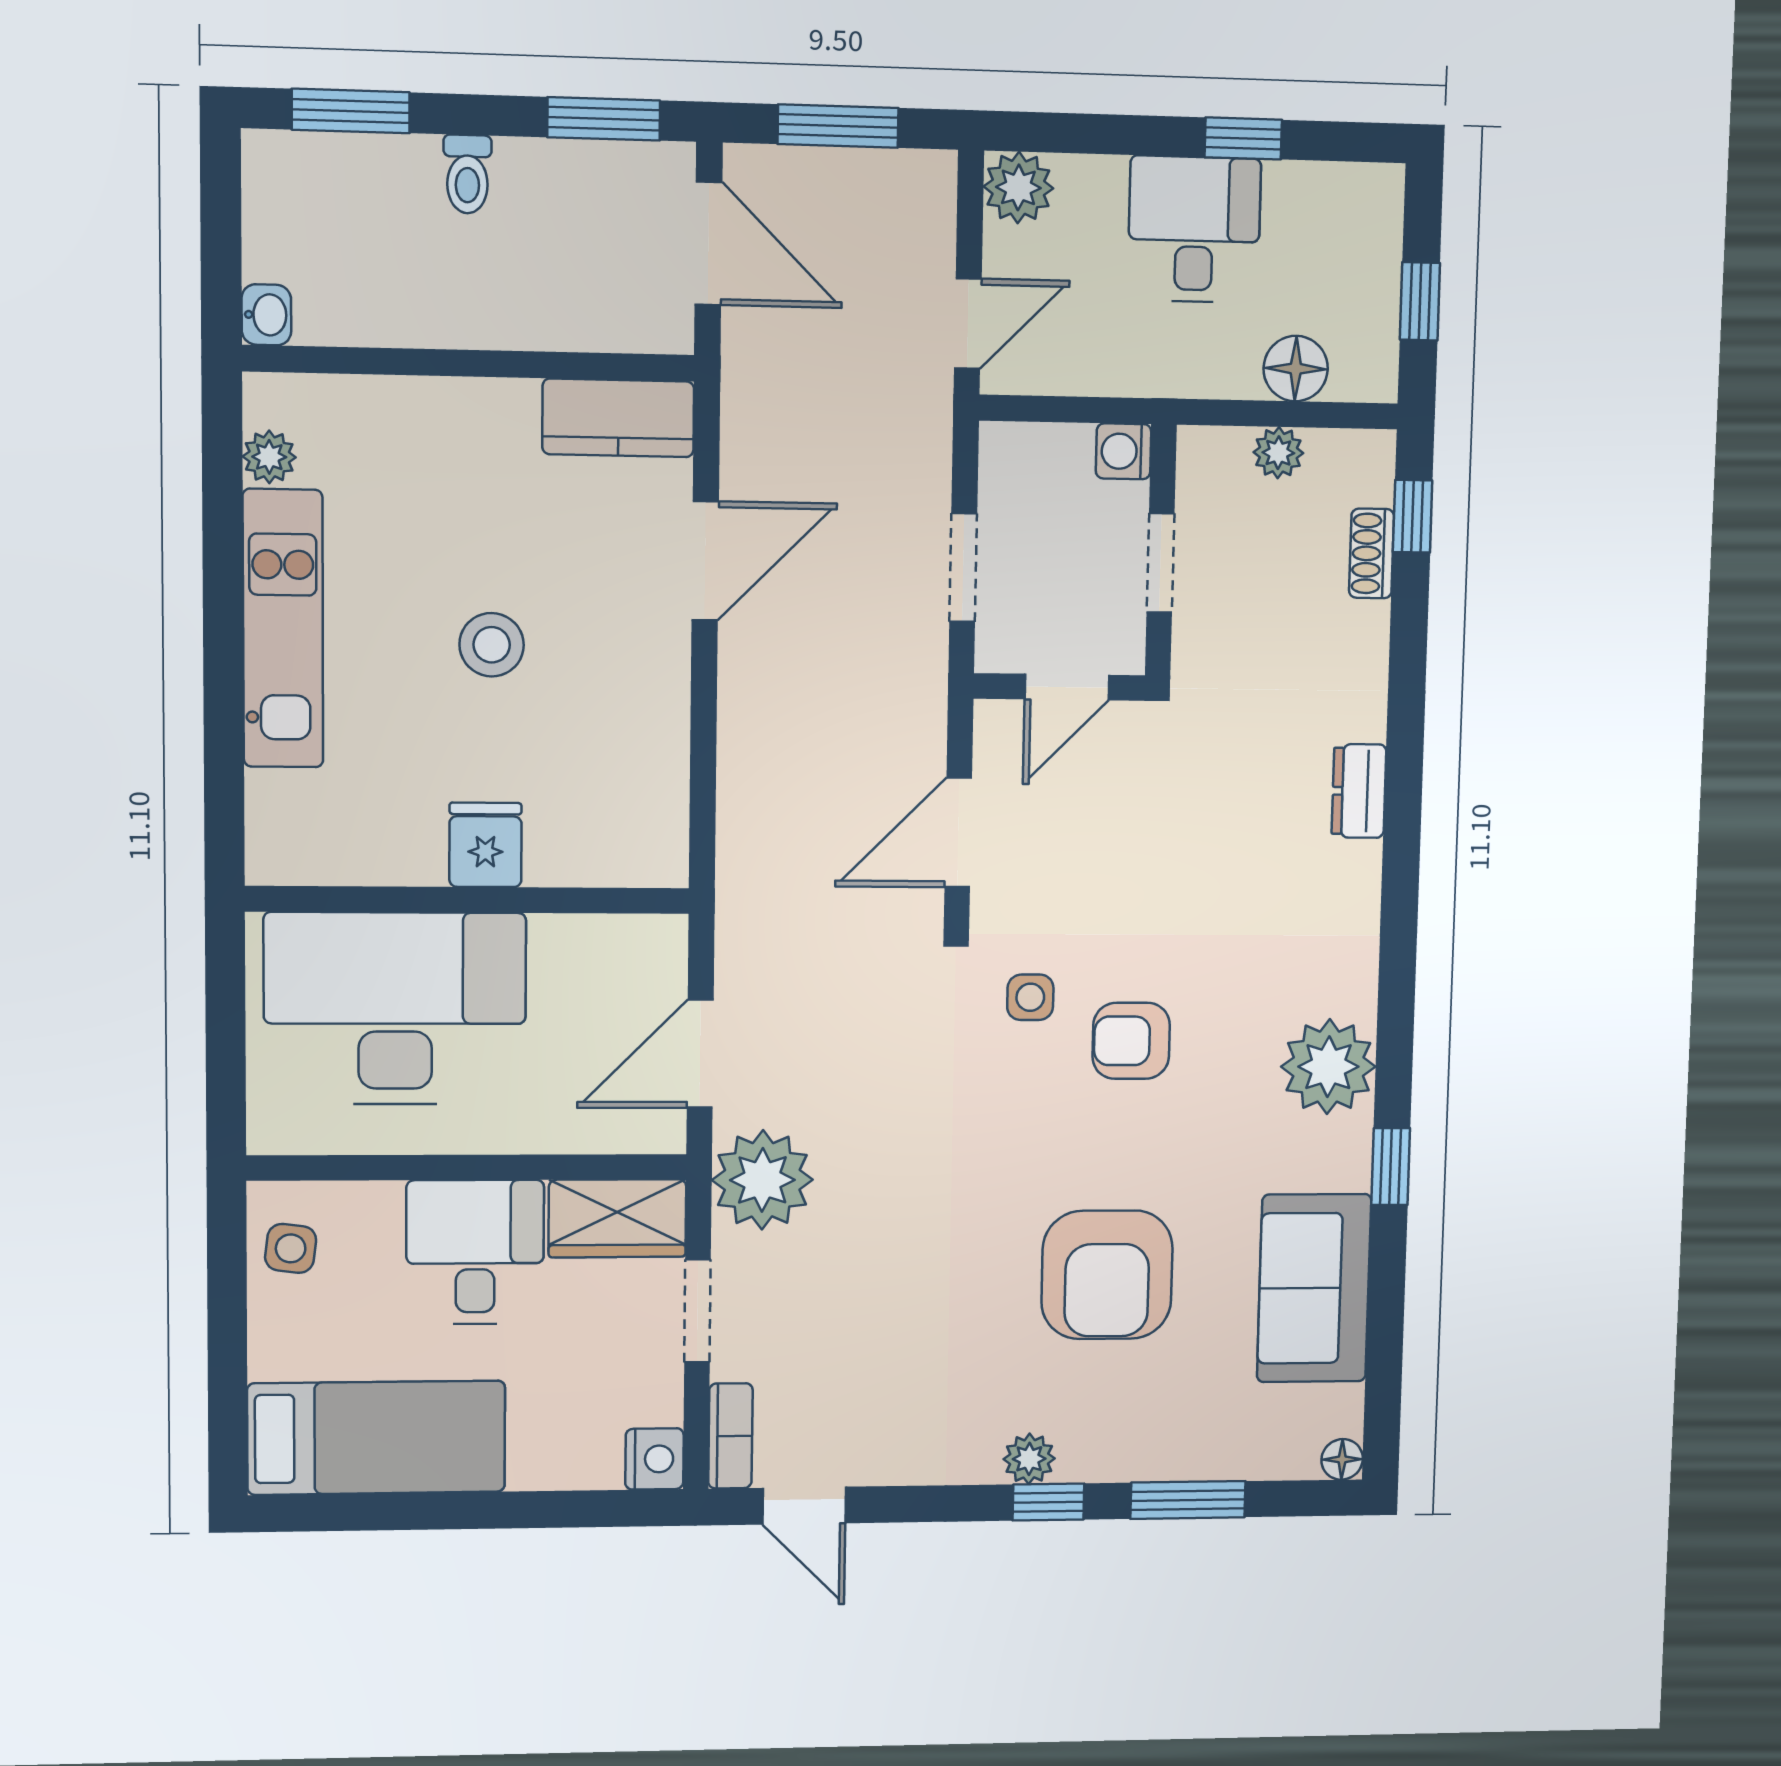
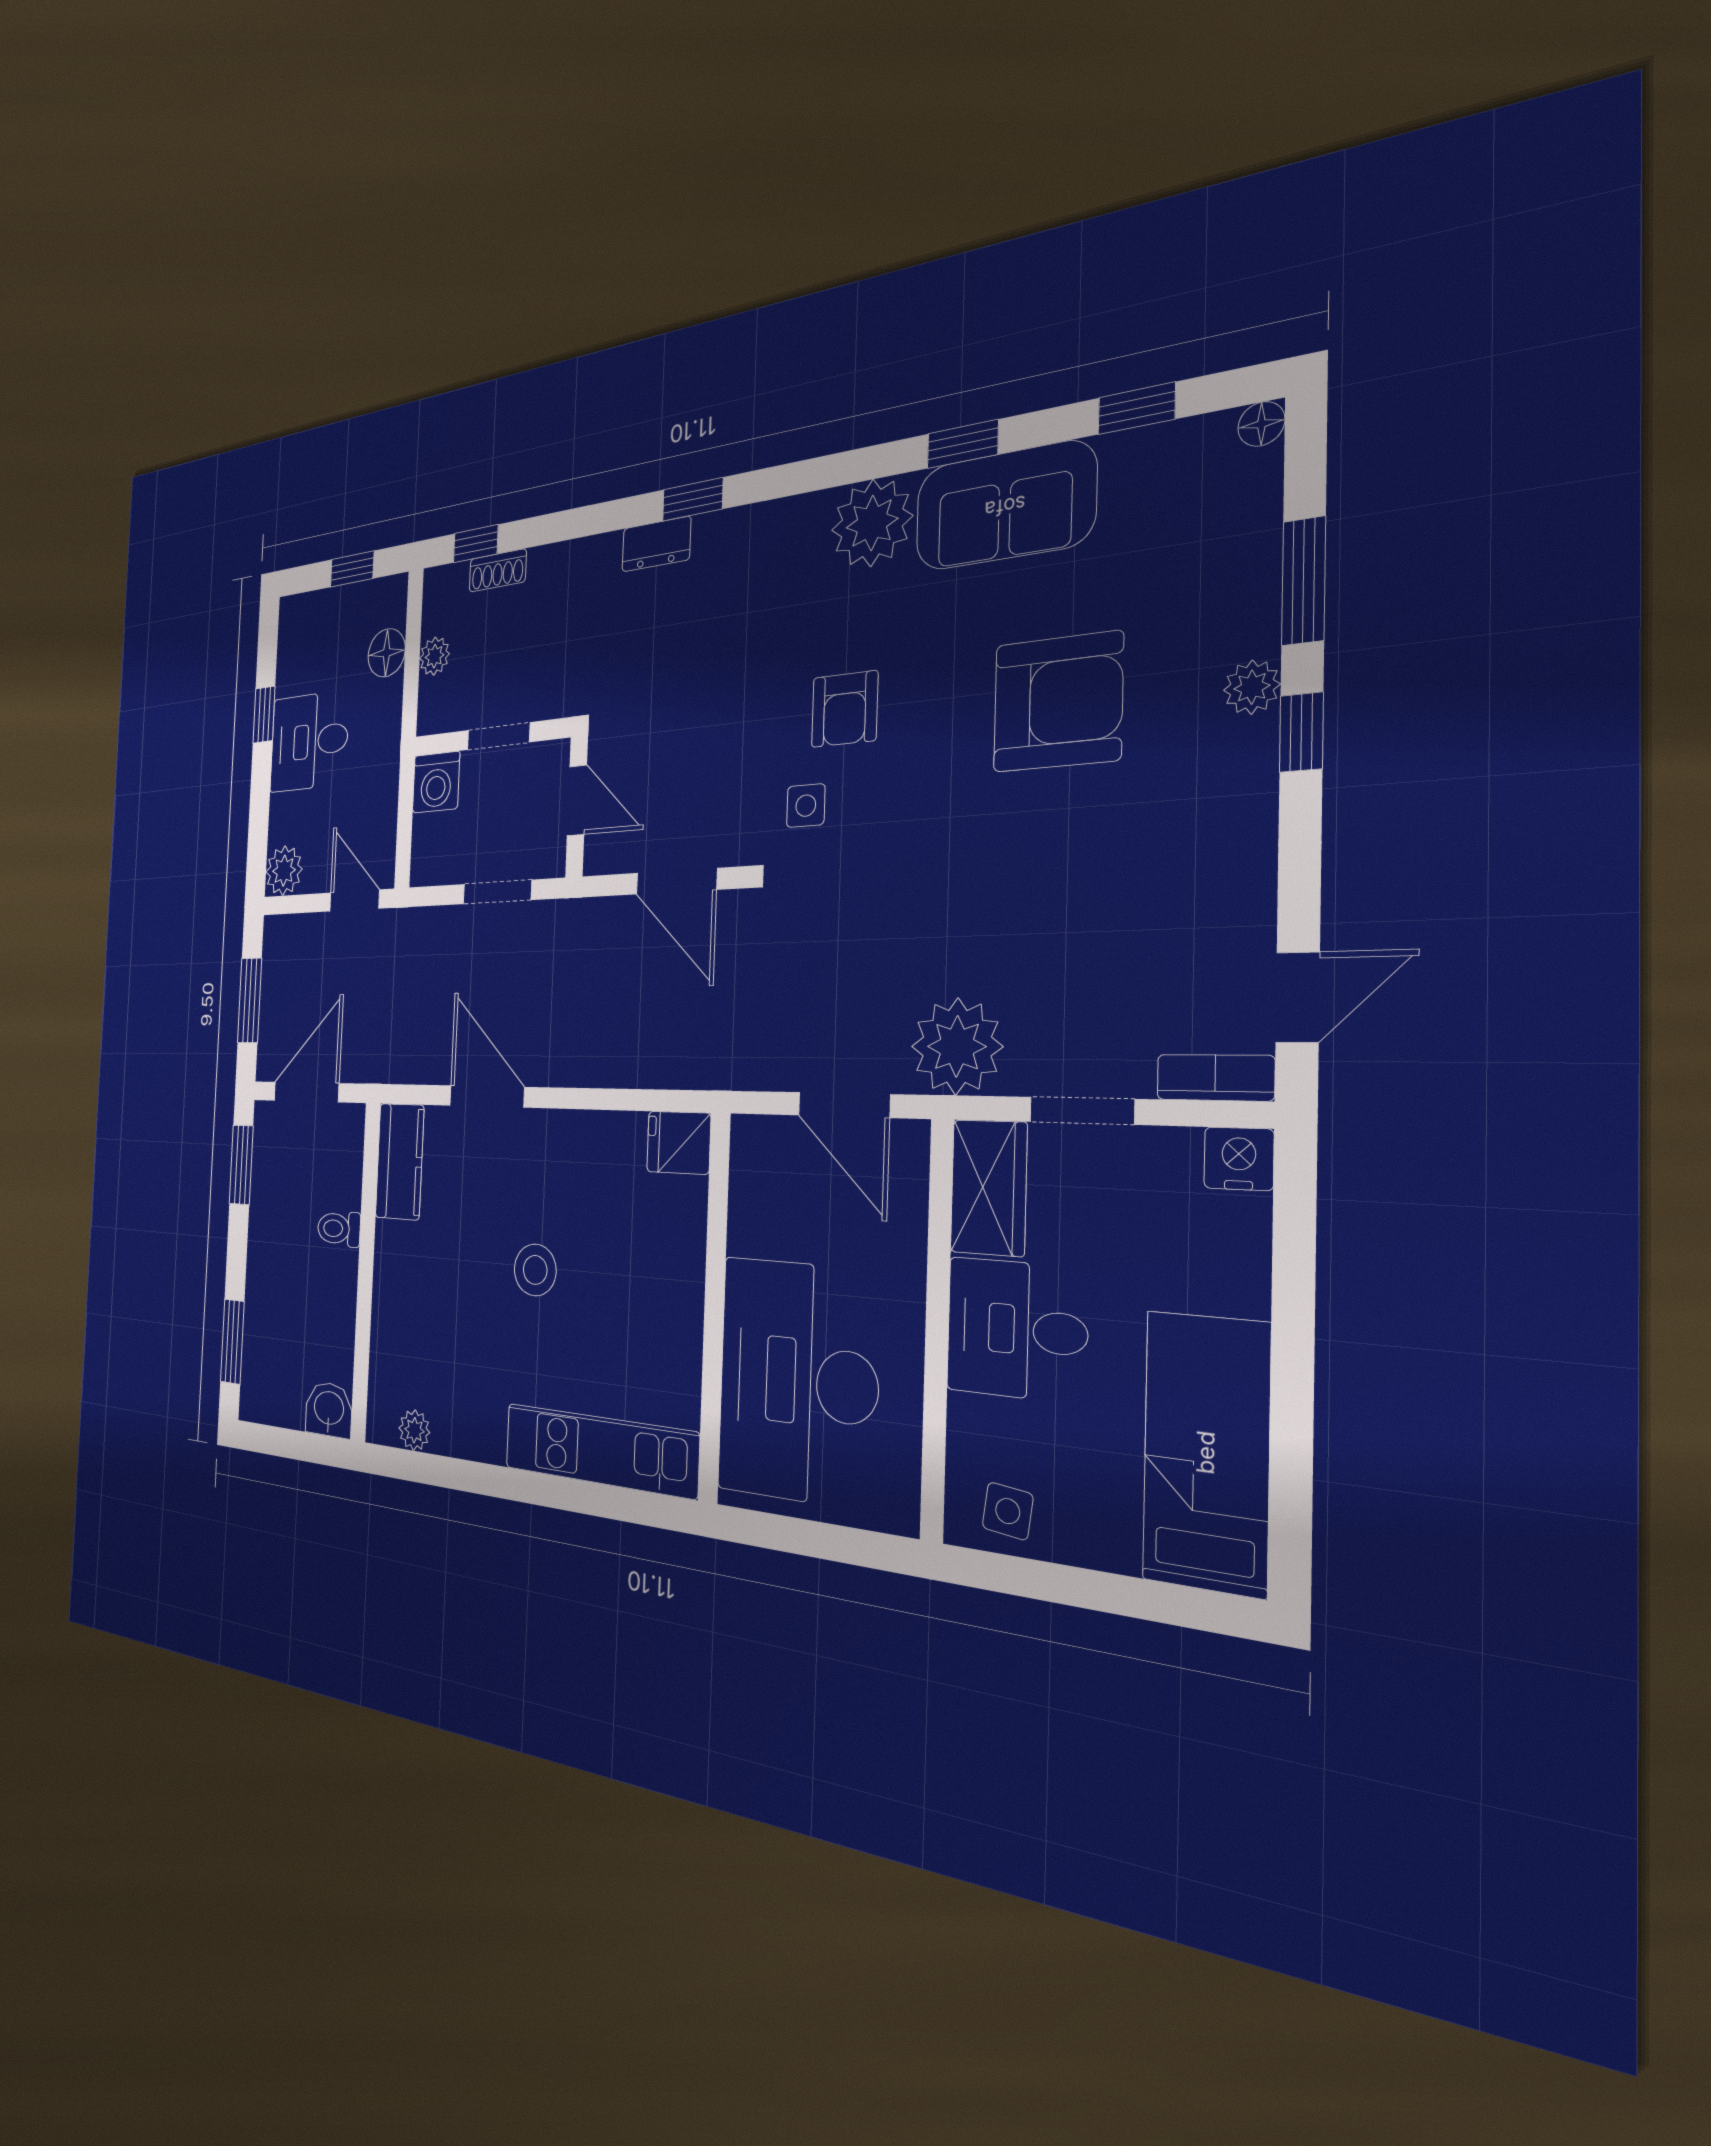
toilet: (467, 174) -> (339, 1229), moved, turned 180
washbasin: (266, 315) -> (329, 1409), width x1.38, depth x1.45
washing machine: (1124, 451) -> (436, 782), width x1.38, depth x1.38
kitchen unit: (283, 629) -> (600, 1450), moved
window: (1402, 839) -> (693, 499), added
fridge: (485, 845) -> (679, 1143), moved
sofa: (1314, 1288) -> (1005, 506), moved
window: (1385, 1344) -> (1137, 408), added
plant: (1029, 1459) -> (1252, 687), moved

